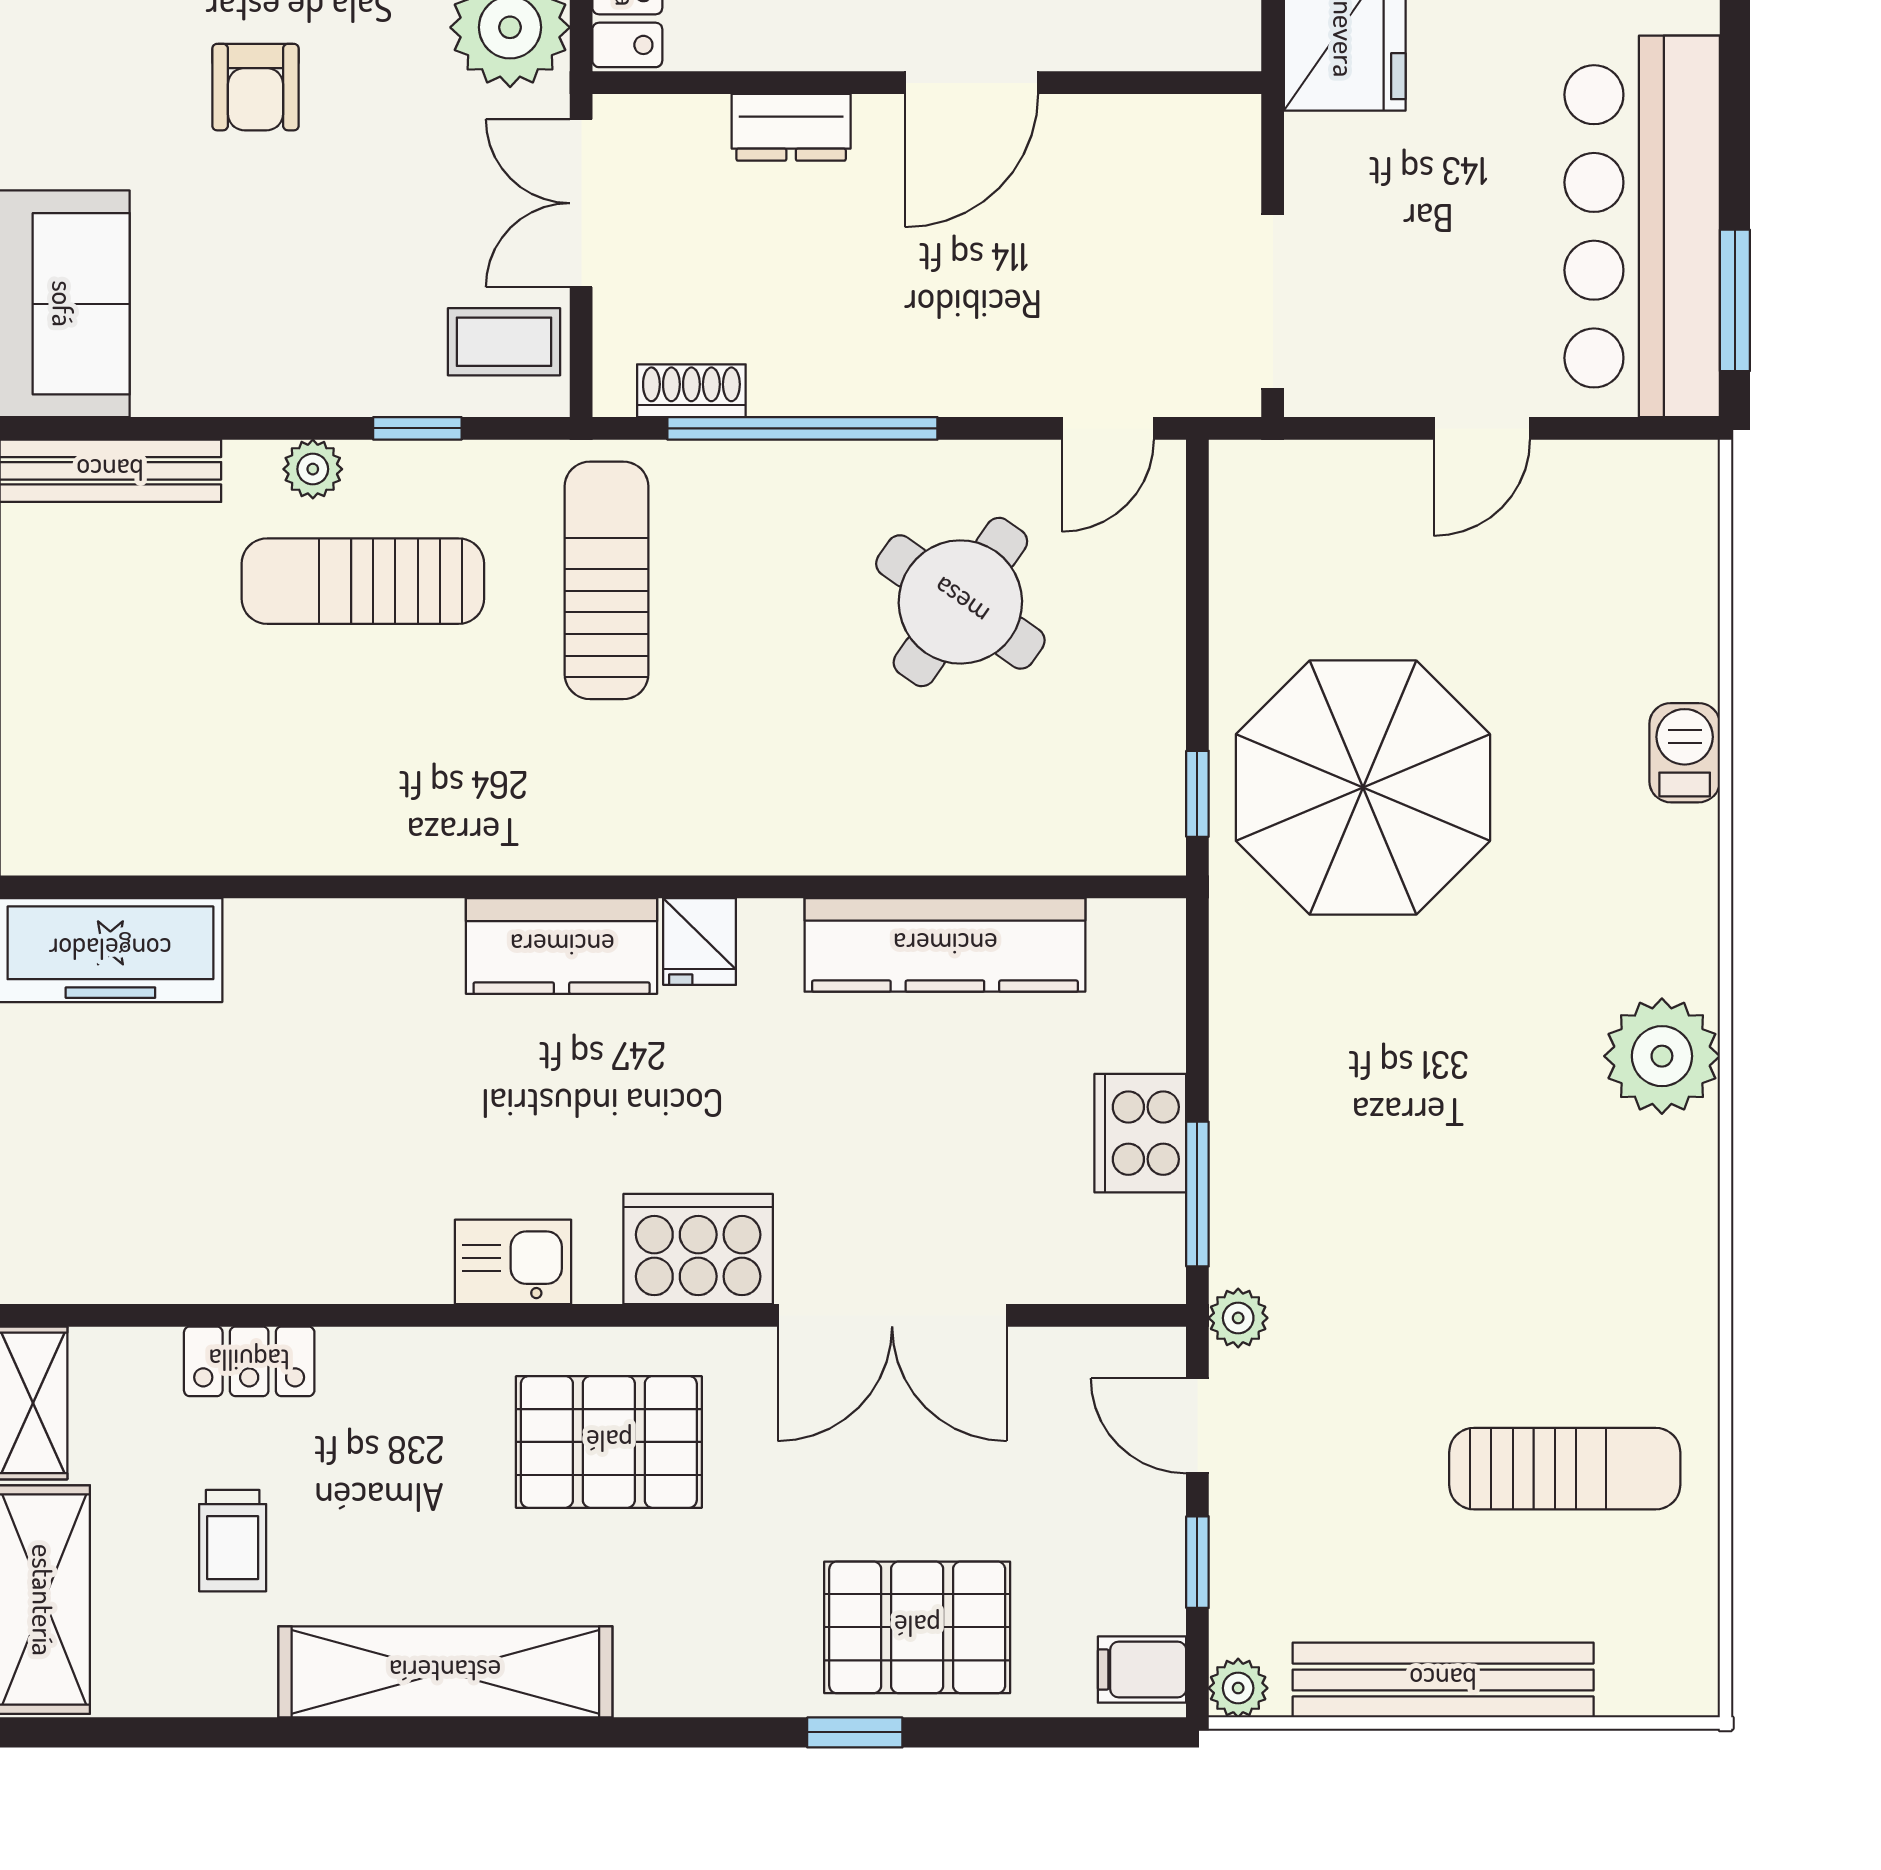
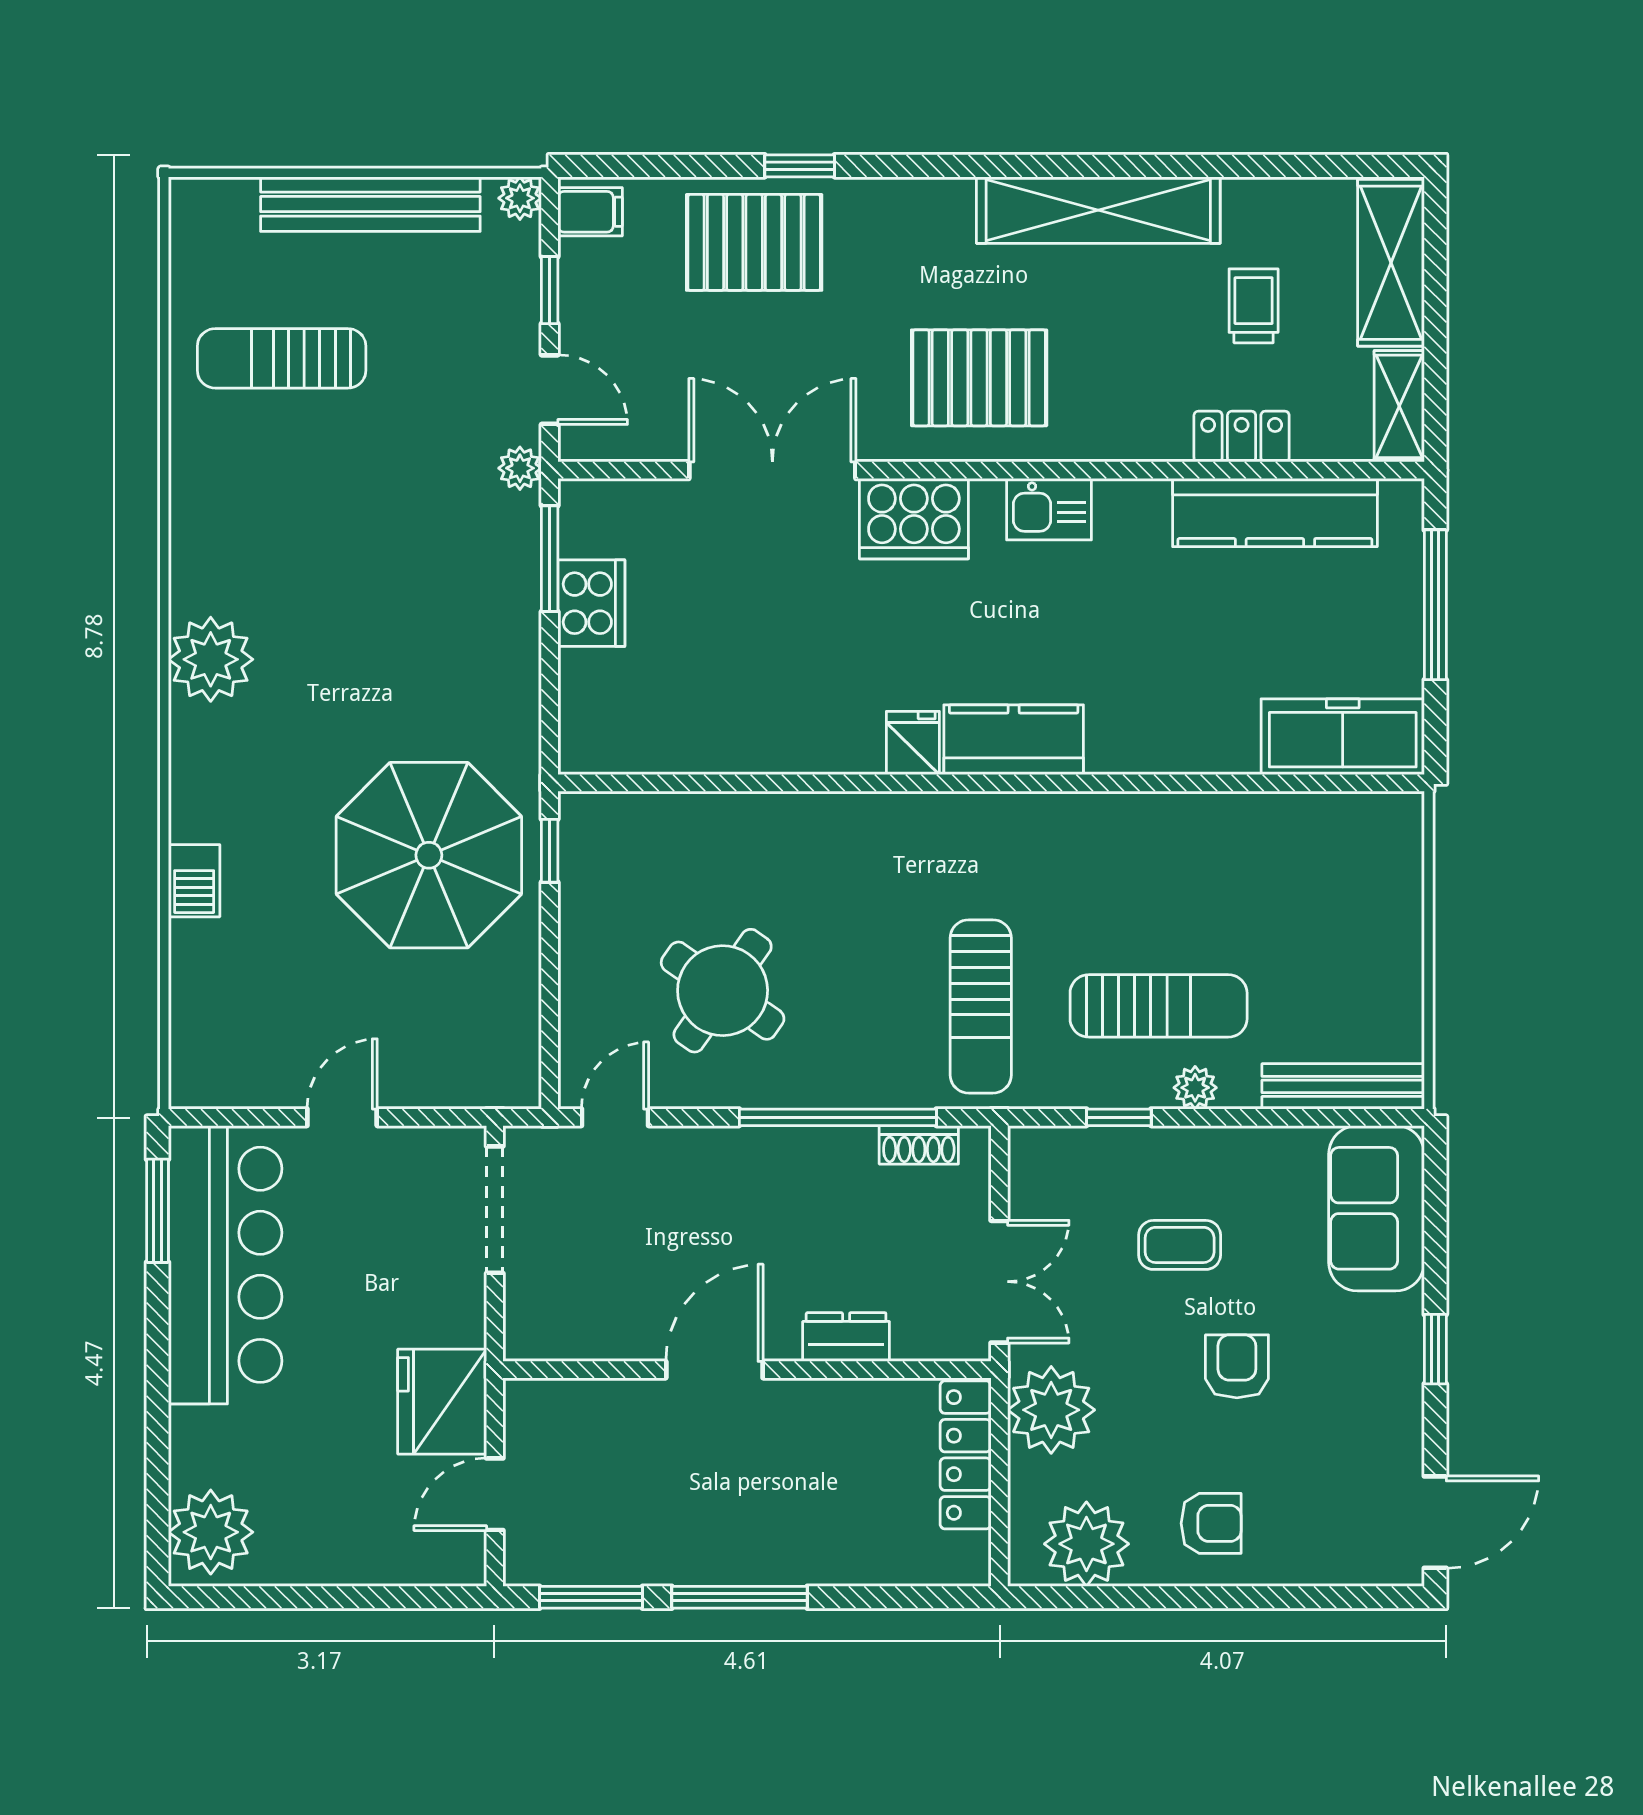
coffee table: (504, 342) -> (1180, 1245), moved
kitchen counter: (945, 945) -> (1275, 513), moved, turned 180

